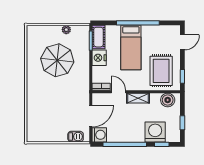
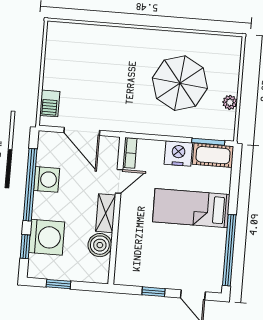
window: (138, 23) -> (229, 250), moved
rug: (161, 71) -> (148, 255), removed
window: (182, 76) -> (154, 292), moved
boiler: (168, 100) -> (100, 245), moved
washing machine: (99, 135) -> (47, 179), moved, turned -90

